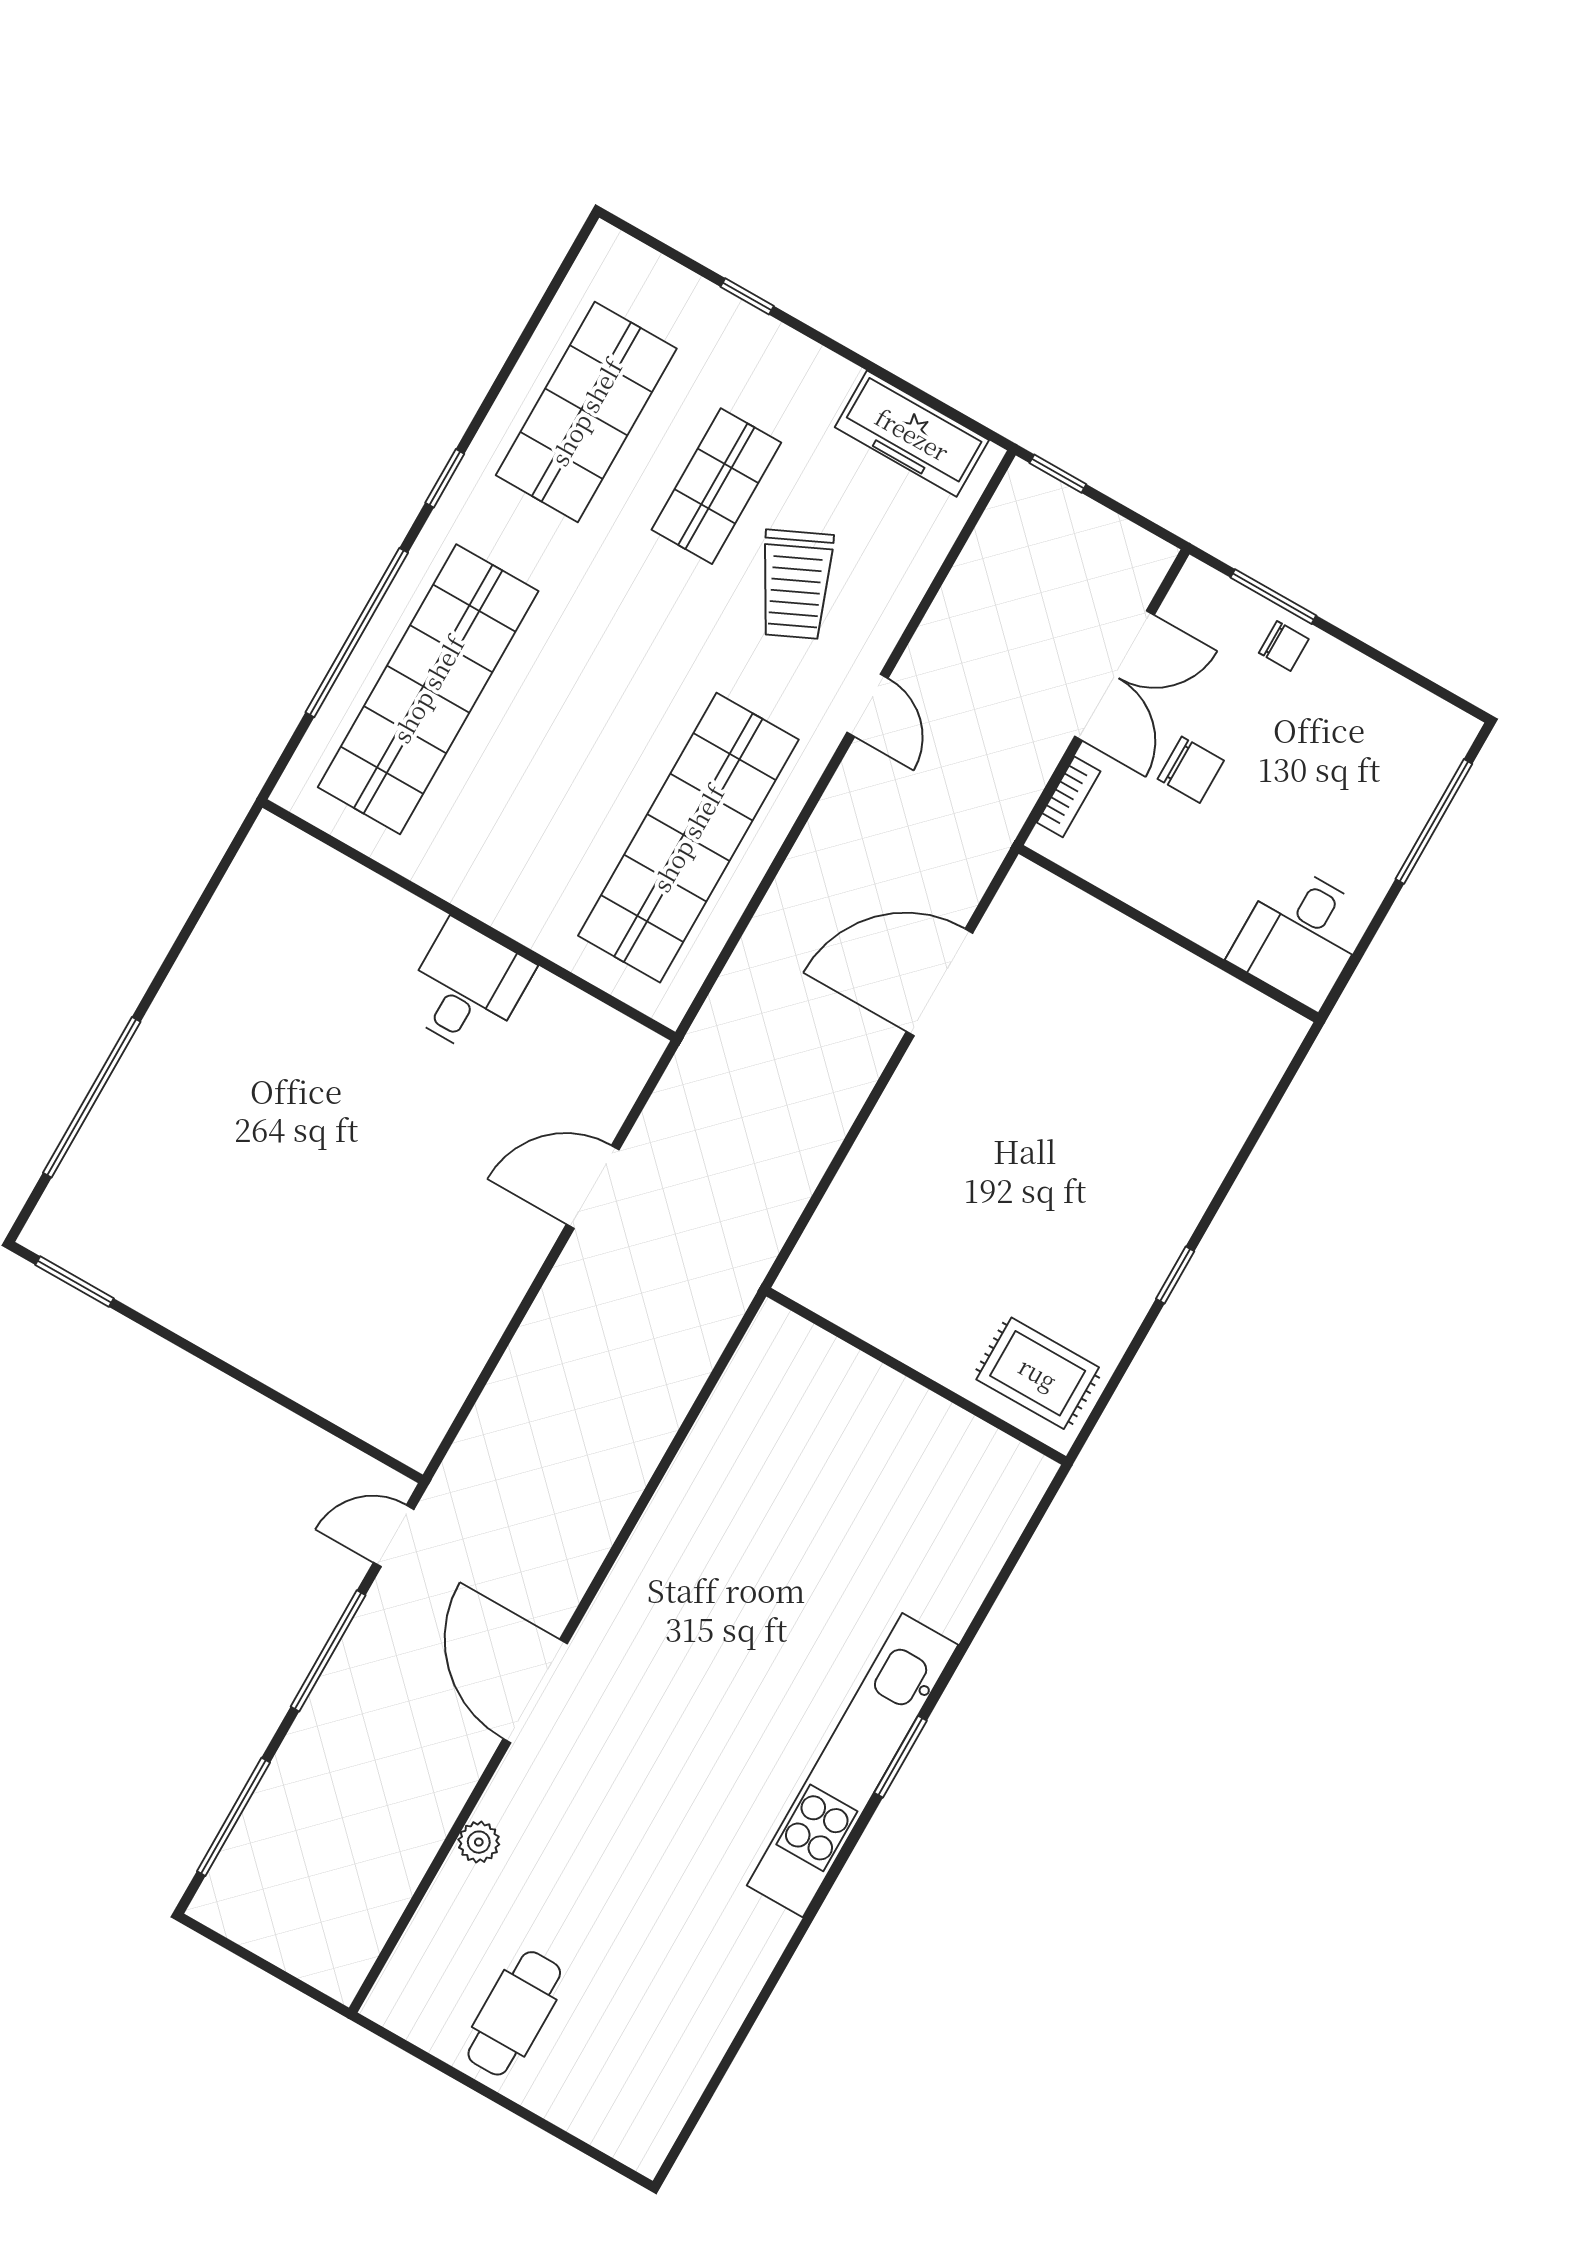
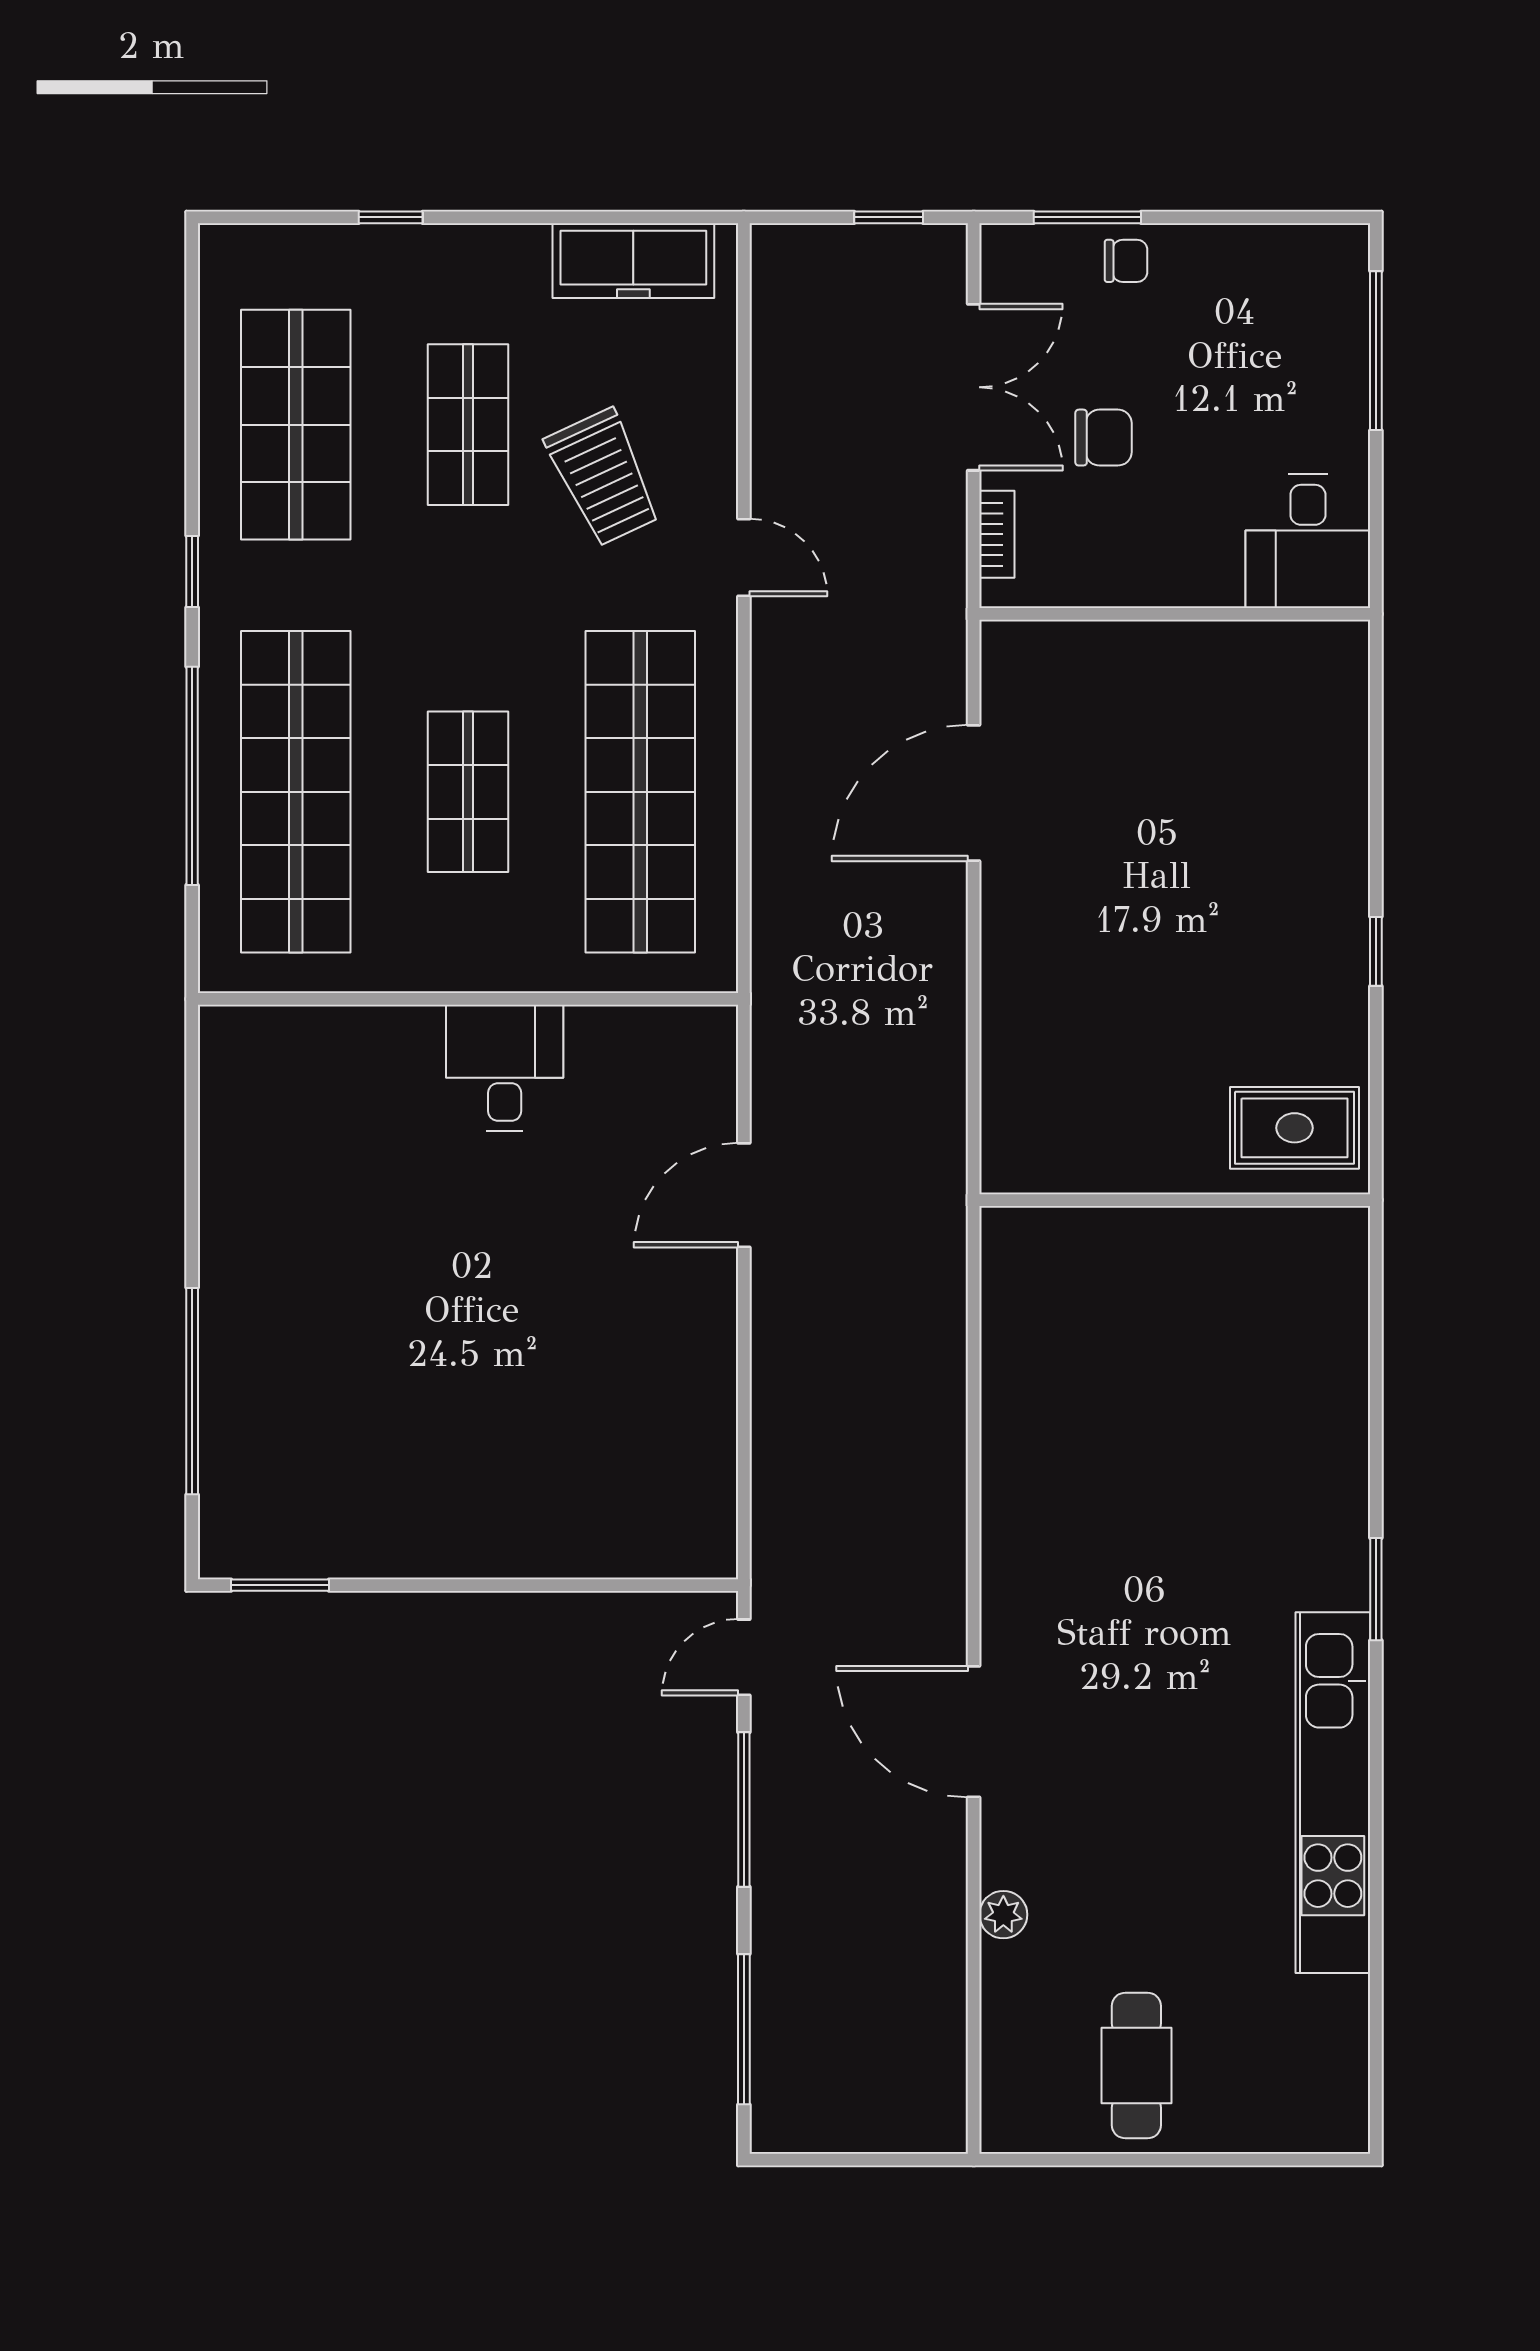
window: (1058, 474) -> (889, 217), moved
shop shelf: (558, 763) -> (468, 792), added
kitchen unit: (853, 1765) -> (1333, 1793), moved

